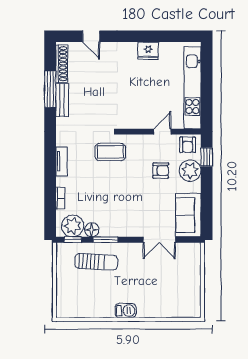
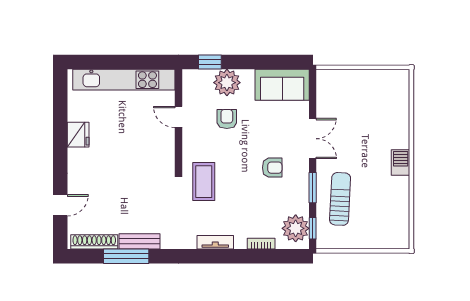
armchair: (188, 145) -> (272, 168), moved
floor lamp: (92, 230) -> (300, 204), removed
double door: (159, 240) -> (313, 139), moved

